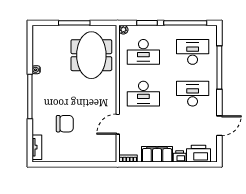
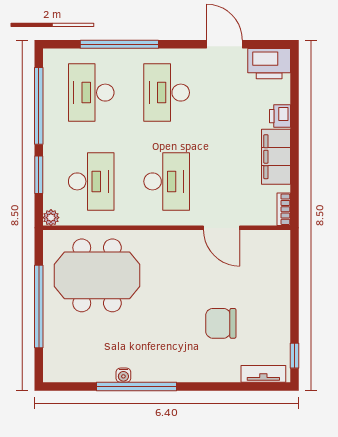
window: (74, 23) -> (39, 307), width x1.46
window: (30, 97) -> (137, 387), moved
chair: (65, 124) -> (221, 323), turned -90
printer: (199, 154) -> (269, 64), moved, turned -90
window: (47, 164) -> (294, 356), added

